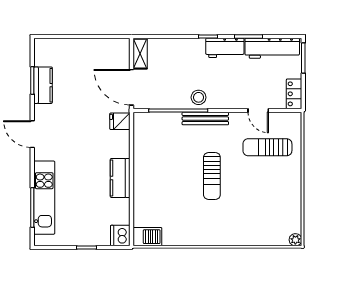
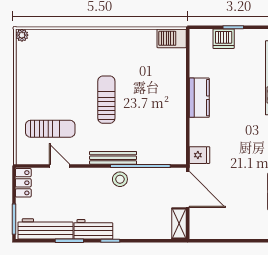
dishwasher: (120, 236) -> (224, 39), moved, turned 90

